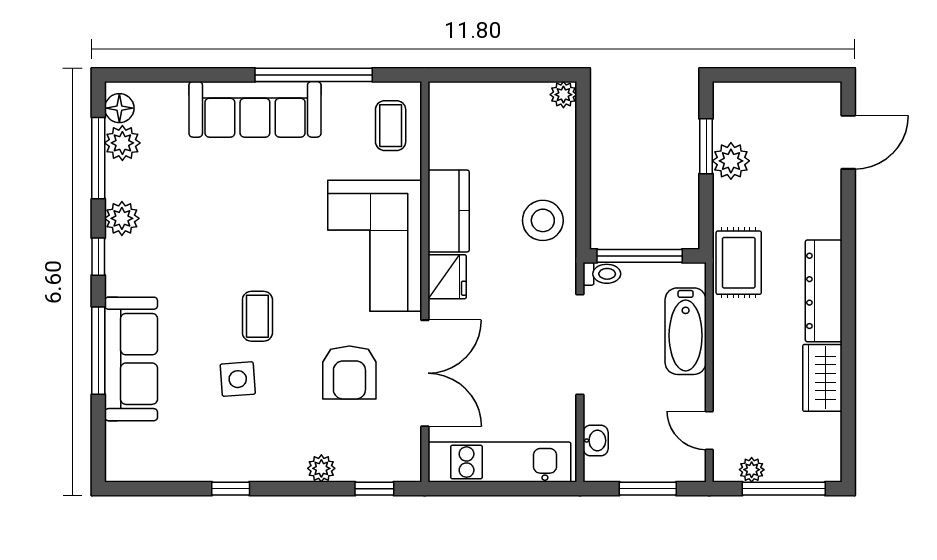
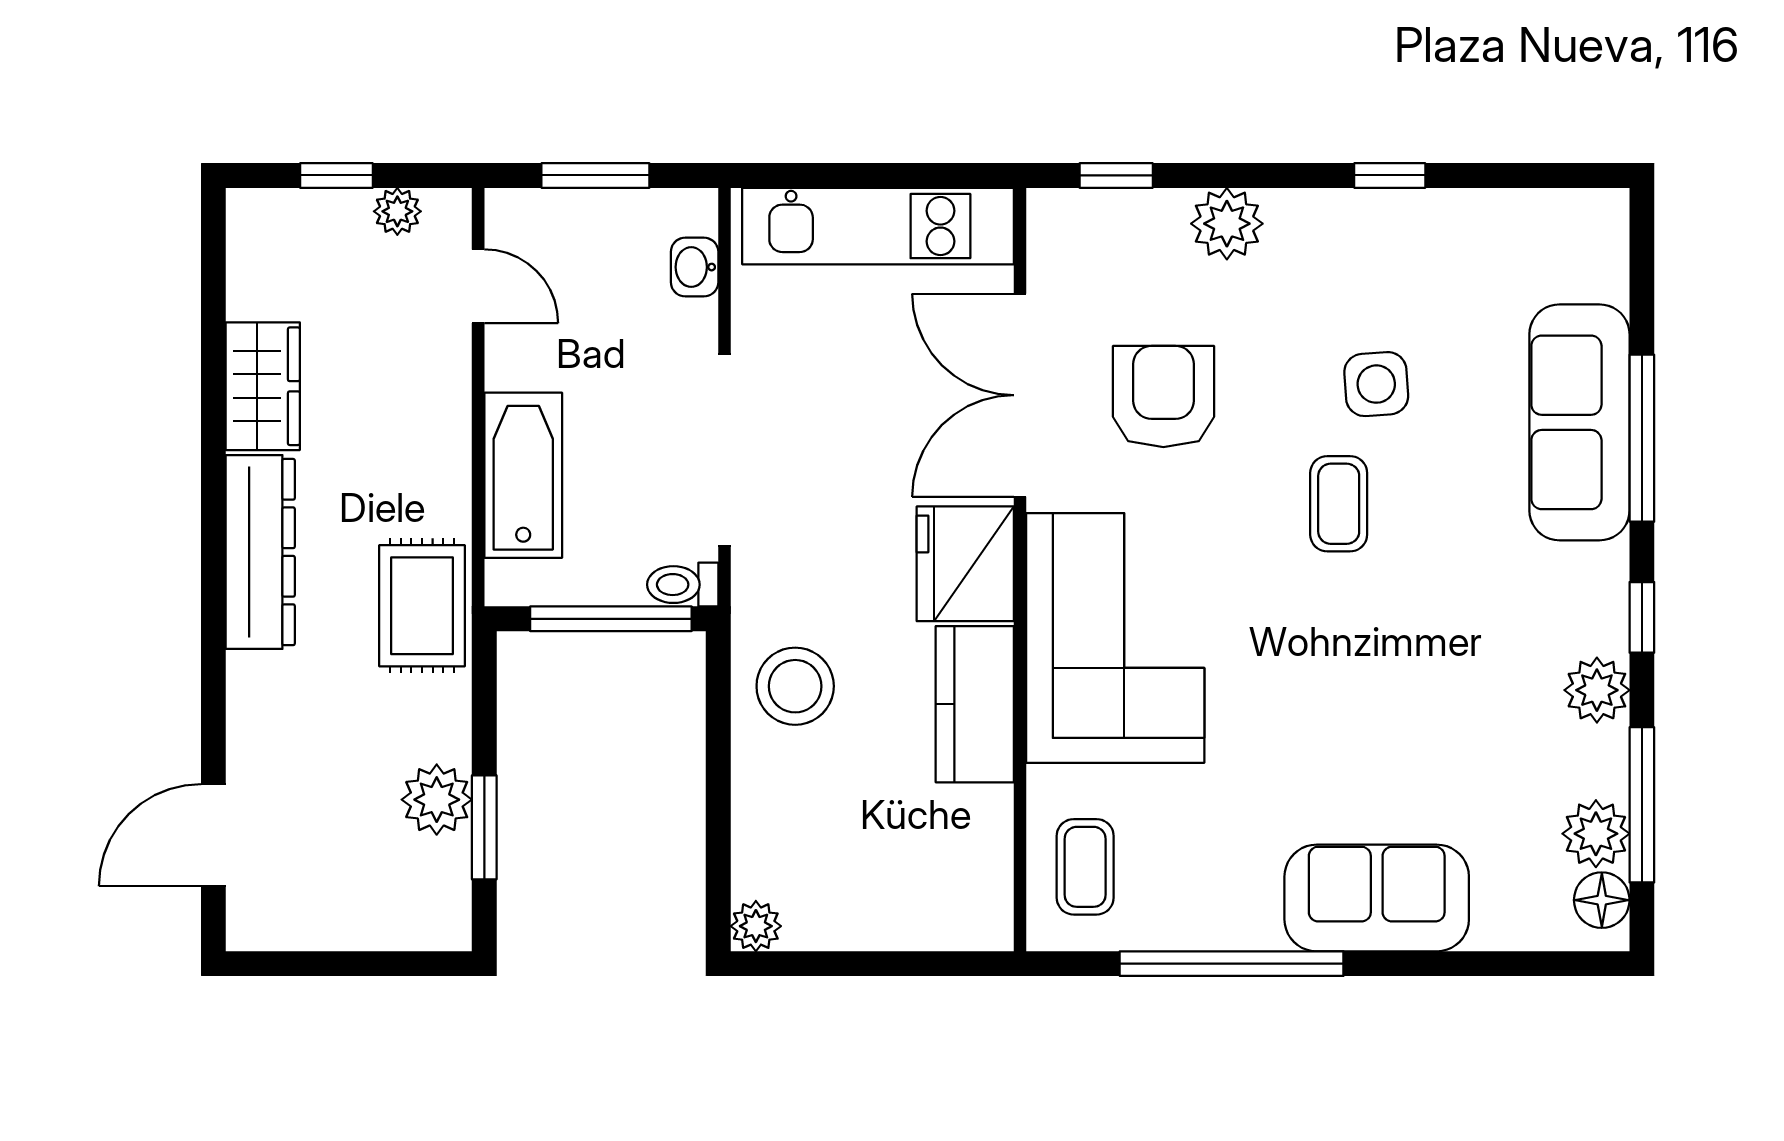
sofa: (255, 109) -> (1377, 898), width x0.73
fridge: (447, 277) -> (965, 564), width x1.36, depth x1.34
plant: (321, 468) -> (1227, 224), width x1.38, depth x1.38
window: (784, 489) -> (336, 175), width x0.46

